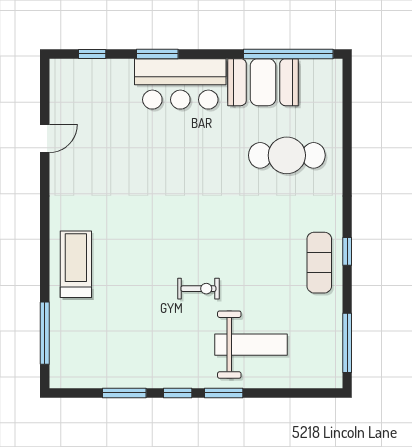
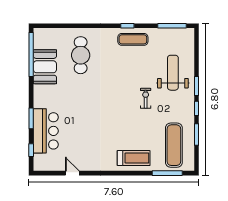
bar counter: (180, 84) -> (46, 131), moved
treadmill: (76, 264) -> (134, 158), turned 180
exercise mat: (102, 347) -> (174, 145), added

